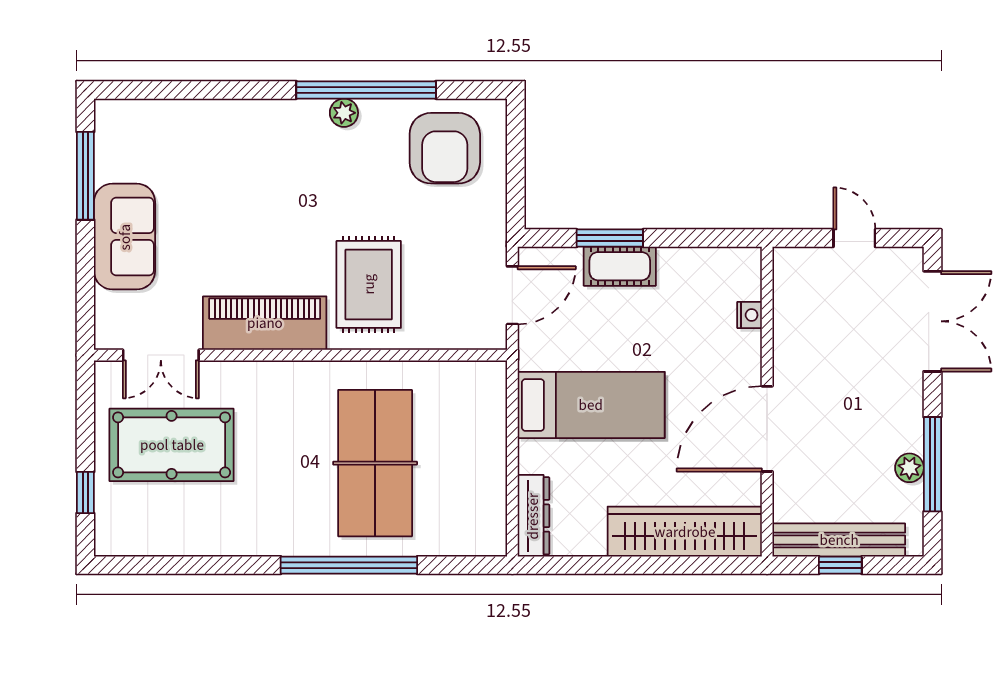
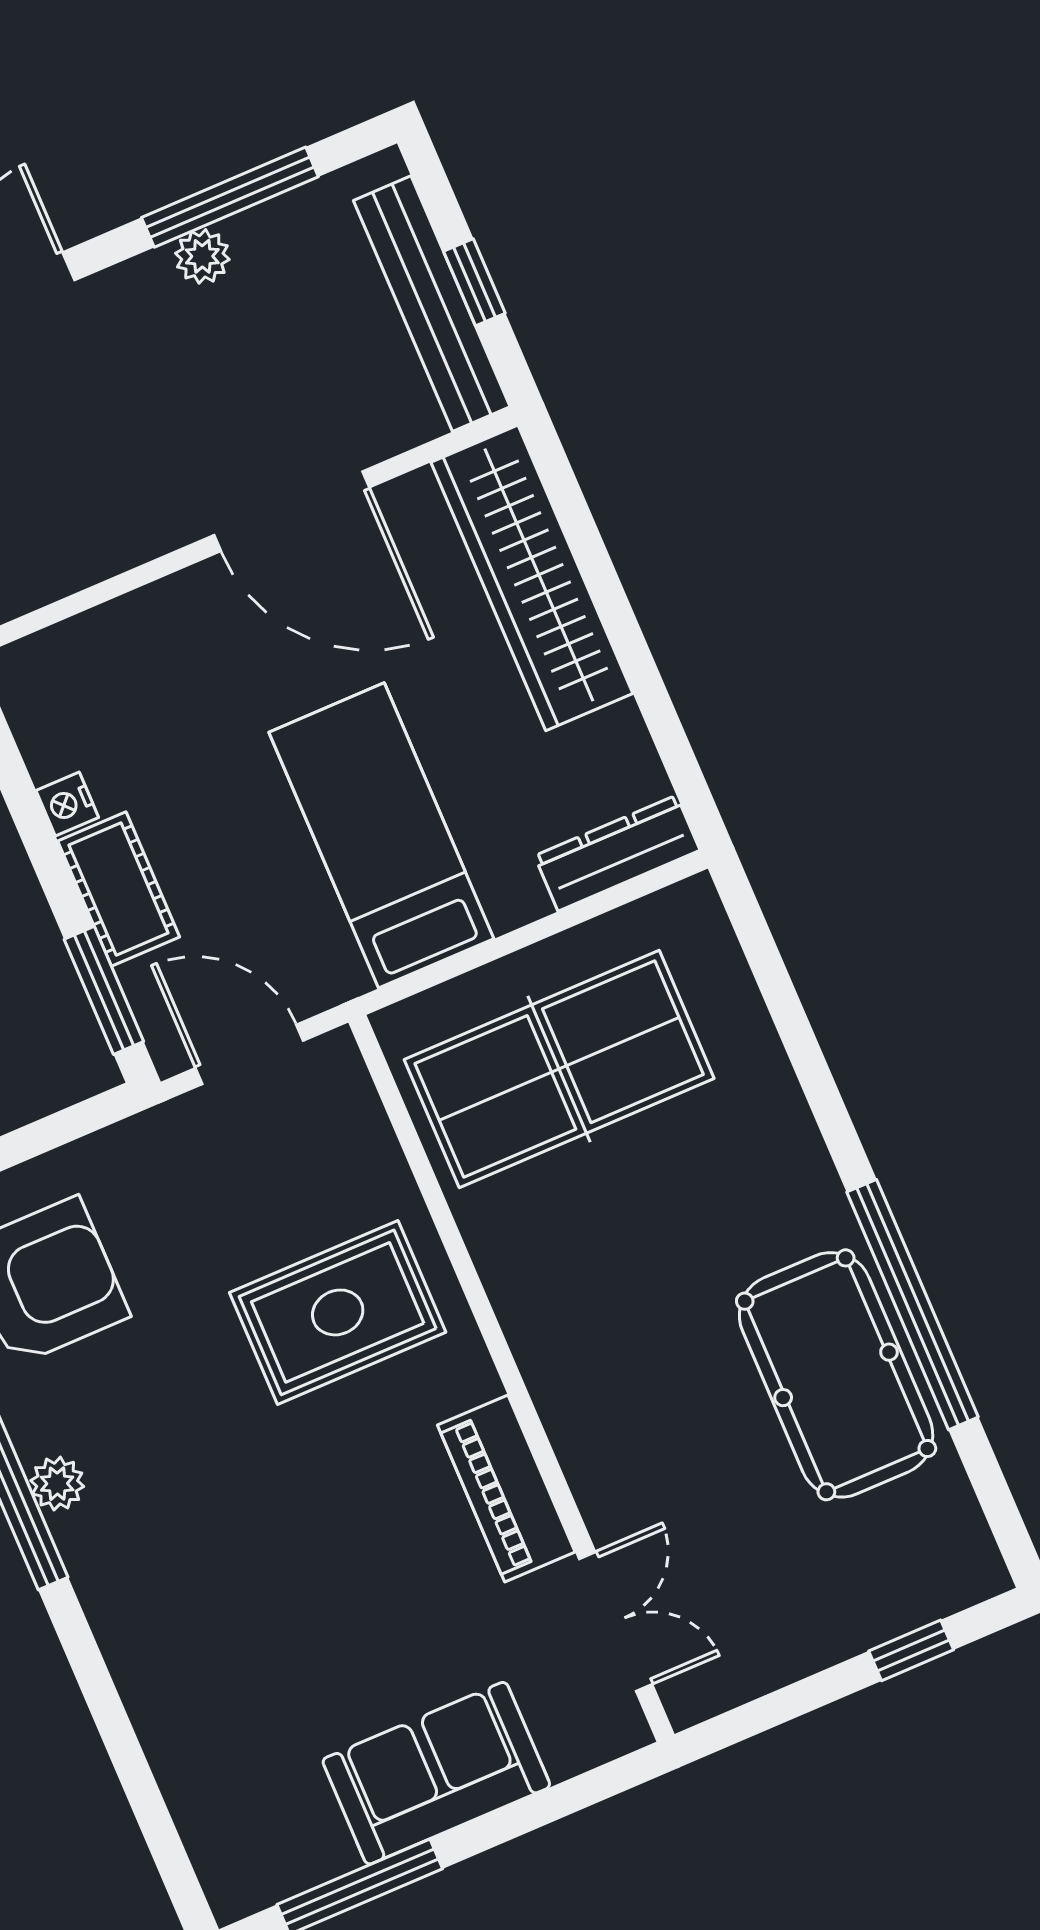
window: (610, 238) -> (104, 990), moved
nightstand: (750, 315) -> (67, 804), moved, turned -90
piano: (265, 323) -> (506, 1488), width x0.73, depth x0.75
pool table: (172, 445) -> (836, 1375), moved
table tennis table: (375, 463) -> (559, 1069), moved
plant: (909, 468) -> (202, 256), moved
window: (349, 565) -> (913, 1305), moved

